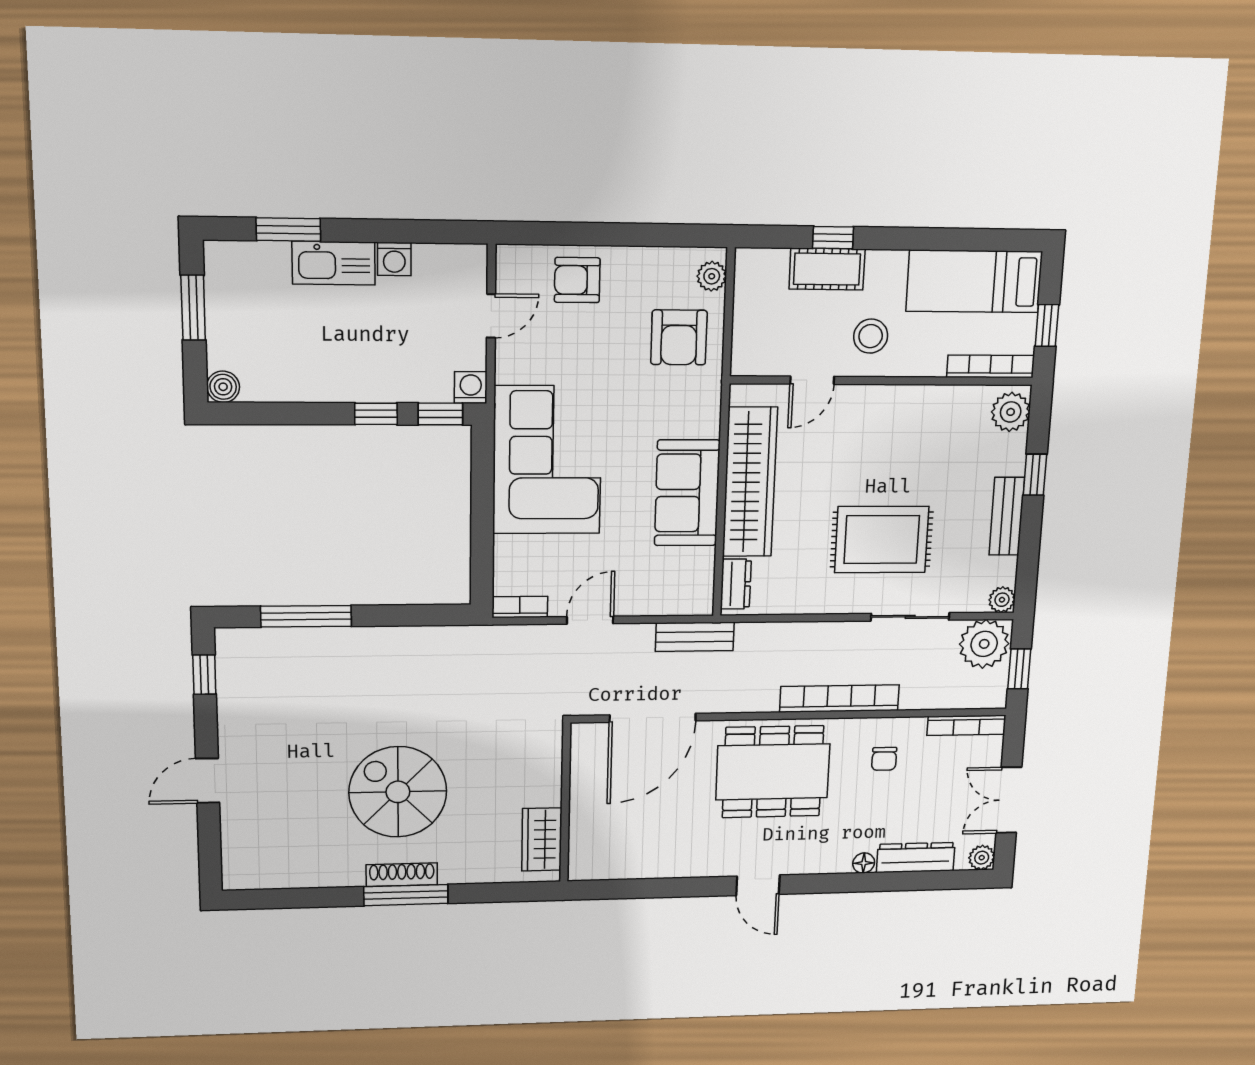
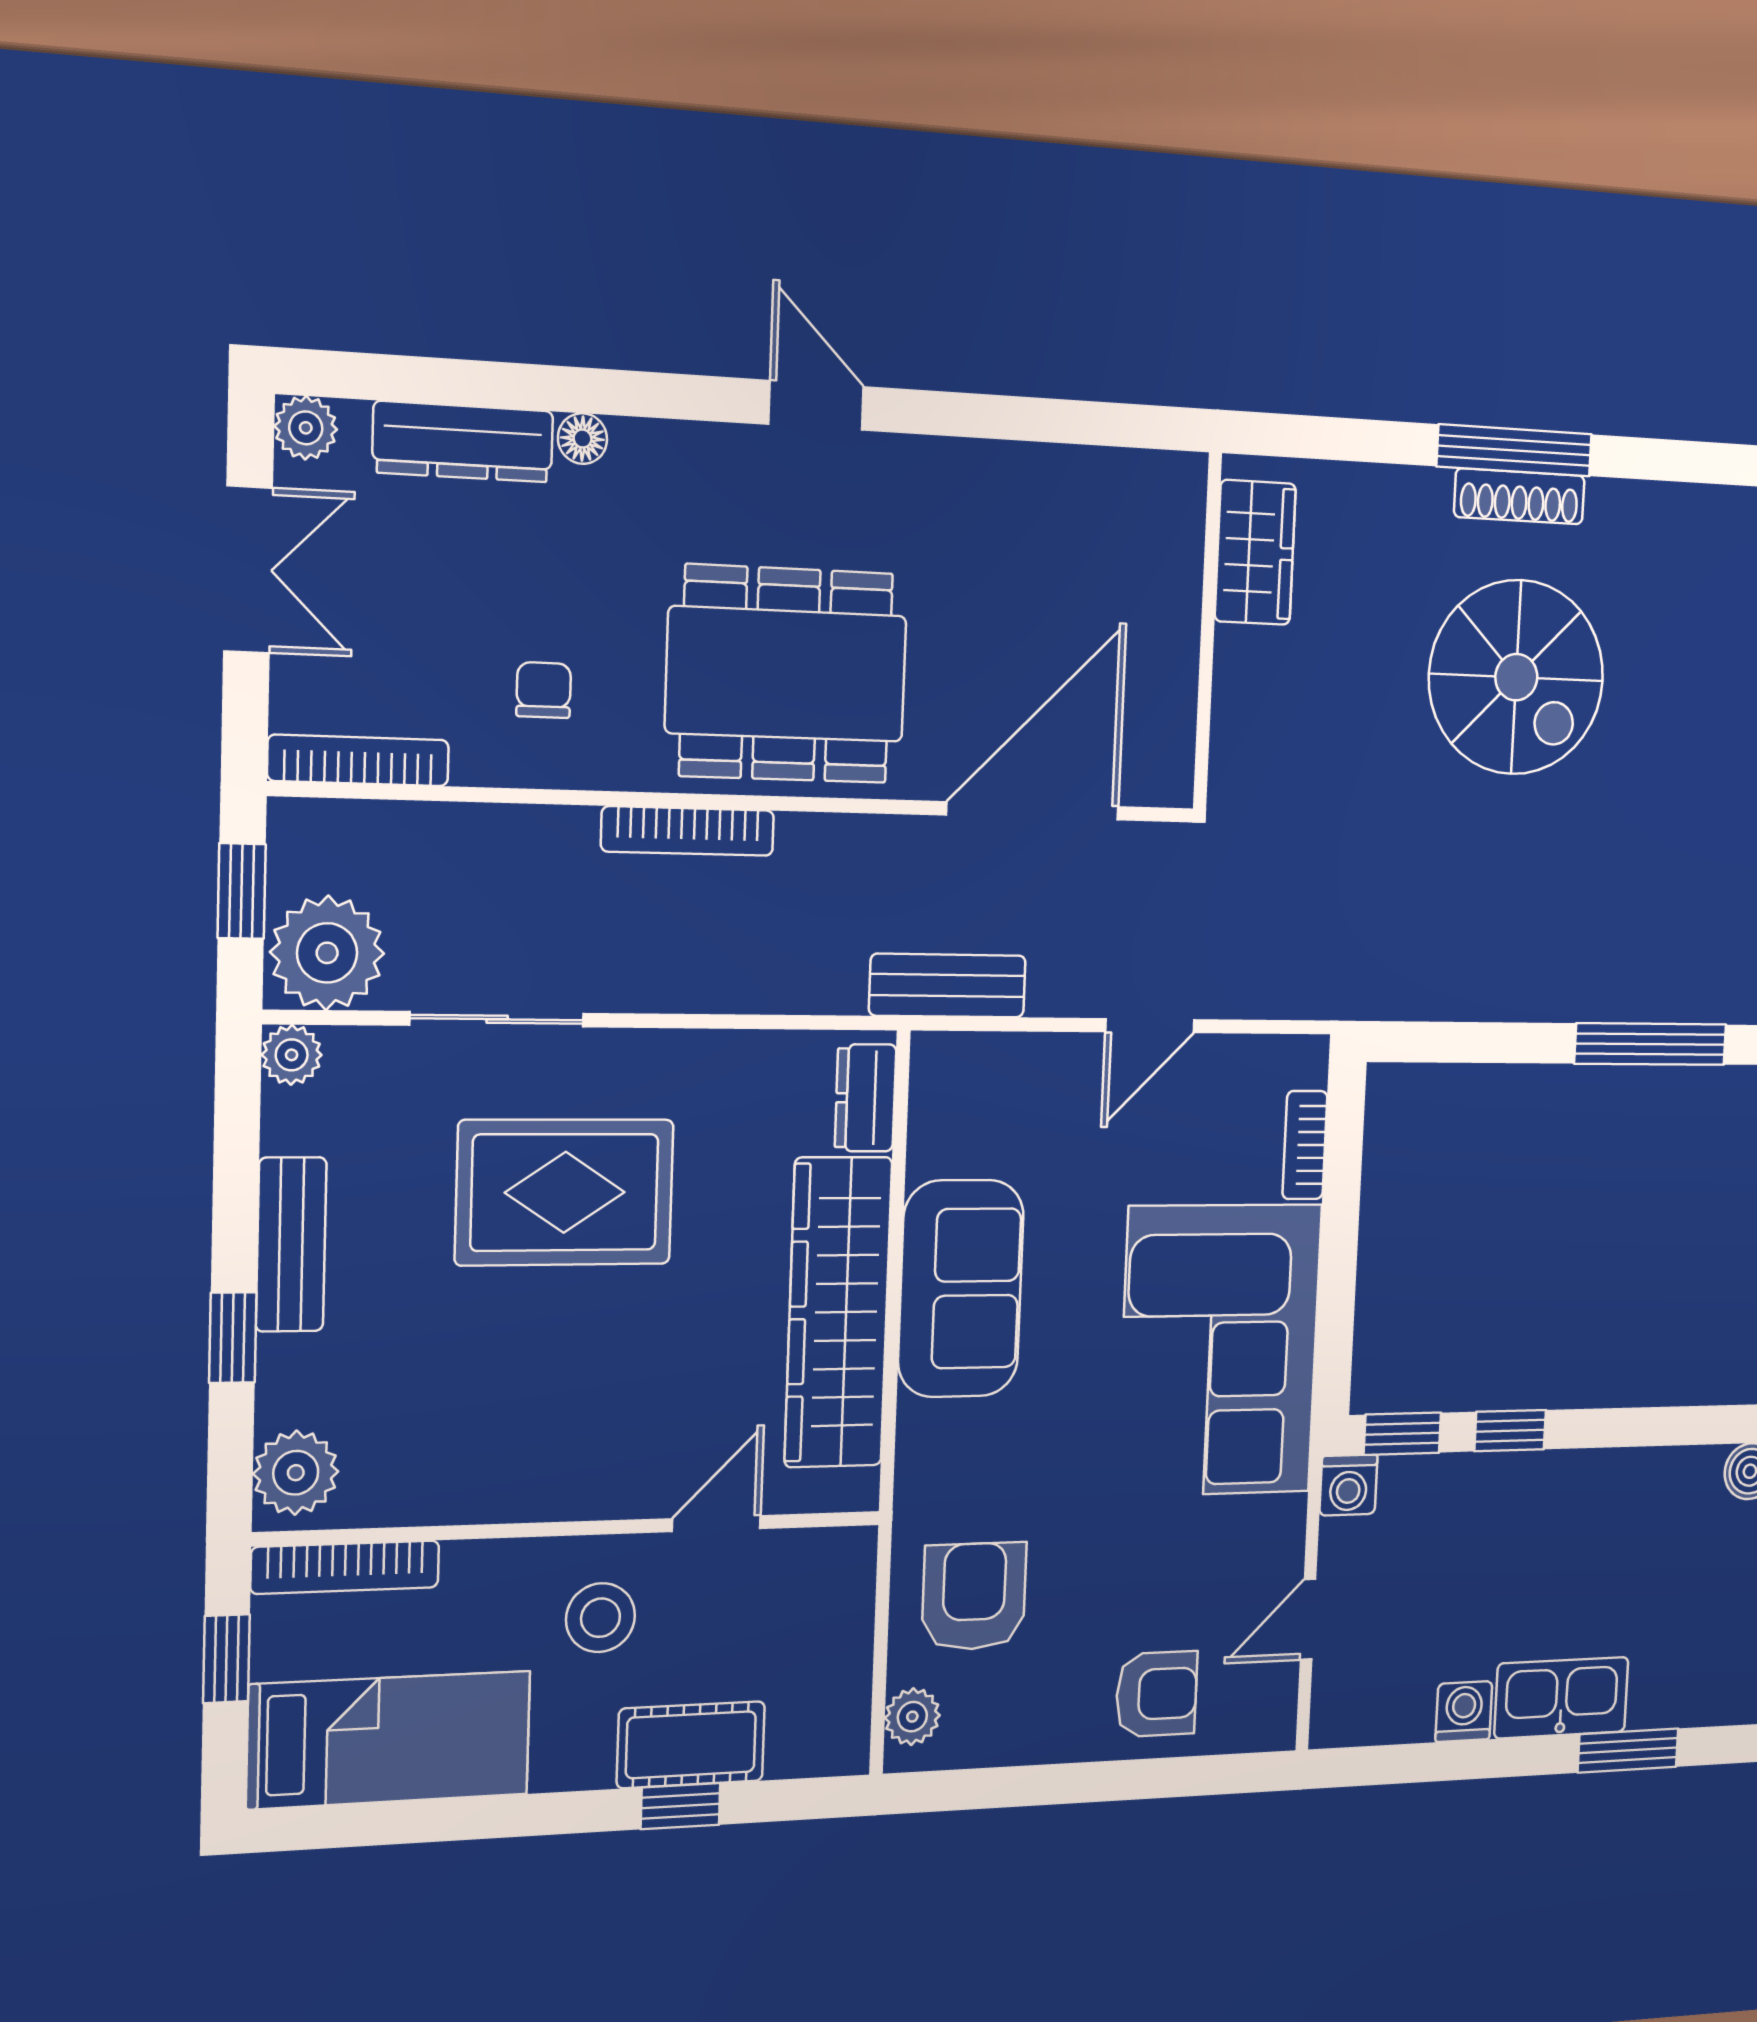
bookcase: (520, 607) -> (1305, 1145), moved, turned 90
bookcase: (839, 699) -> (688, 831), width x0.68, depth x0.76

